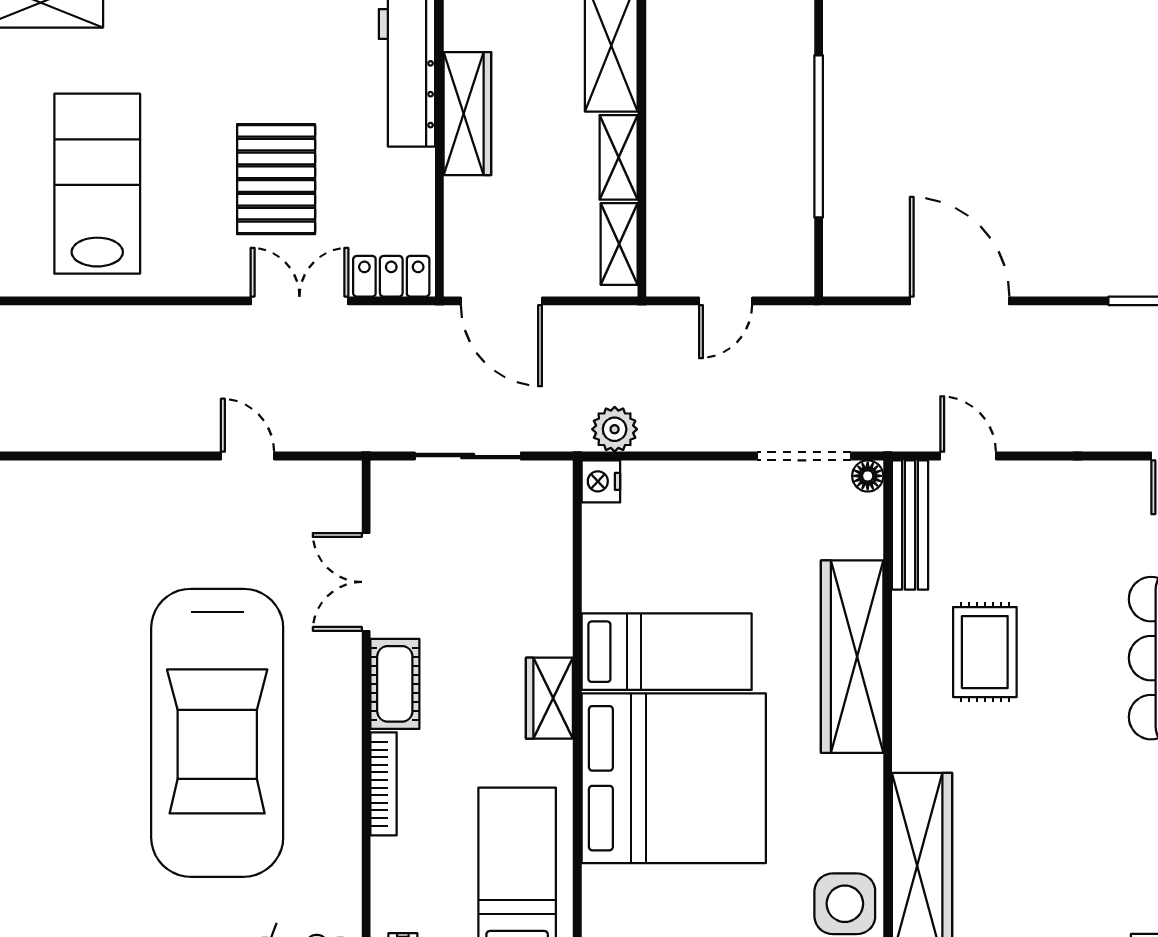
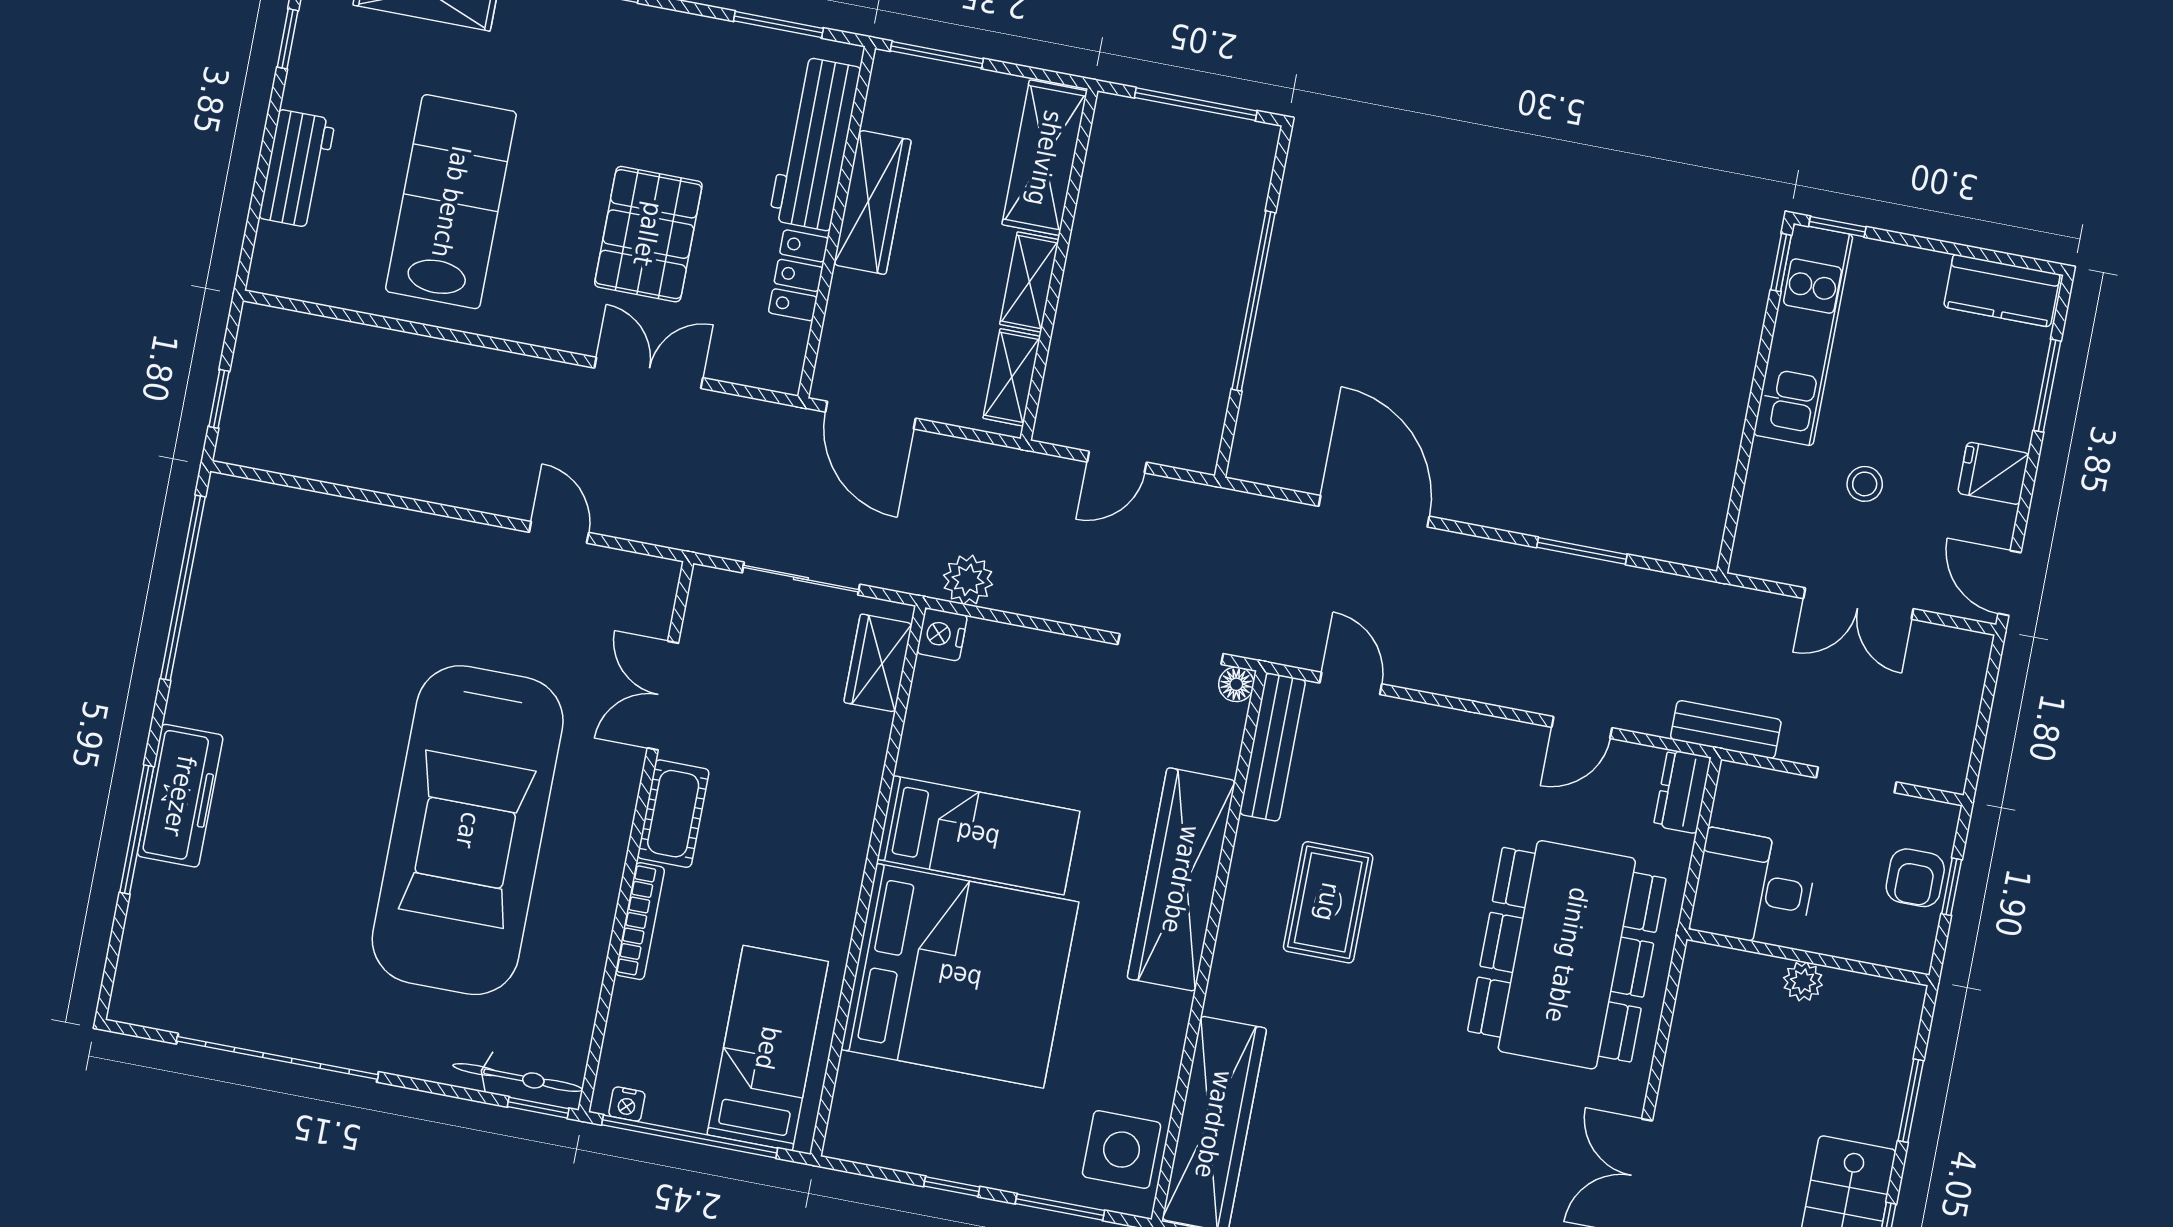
locker: (391, 276) -> (798, 275), moved, turned -90
wardrobe: (549, 698) -> (878, 663), moved

